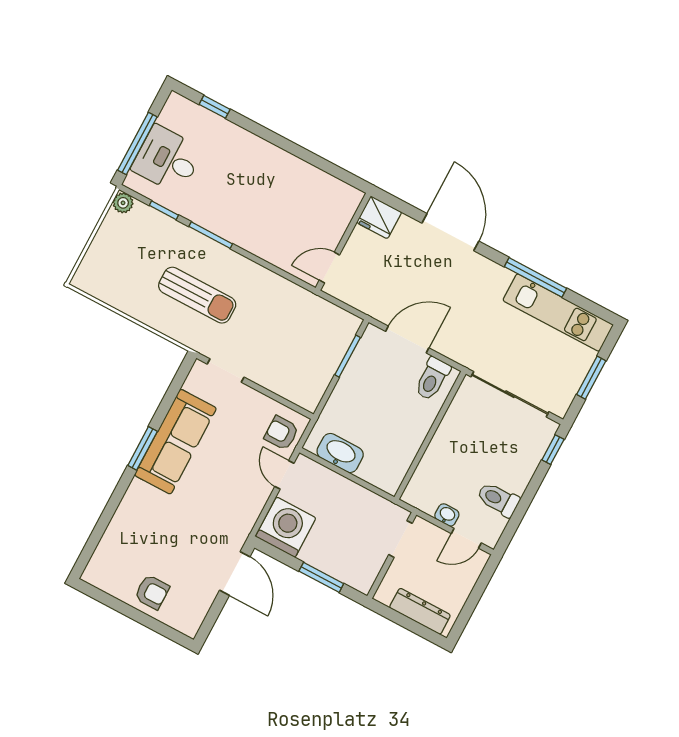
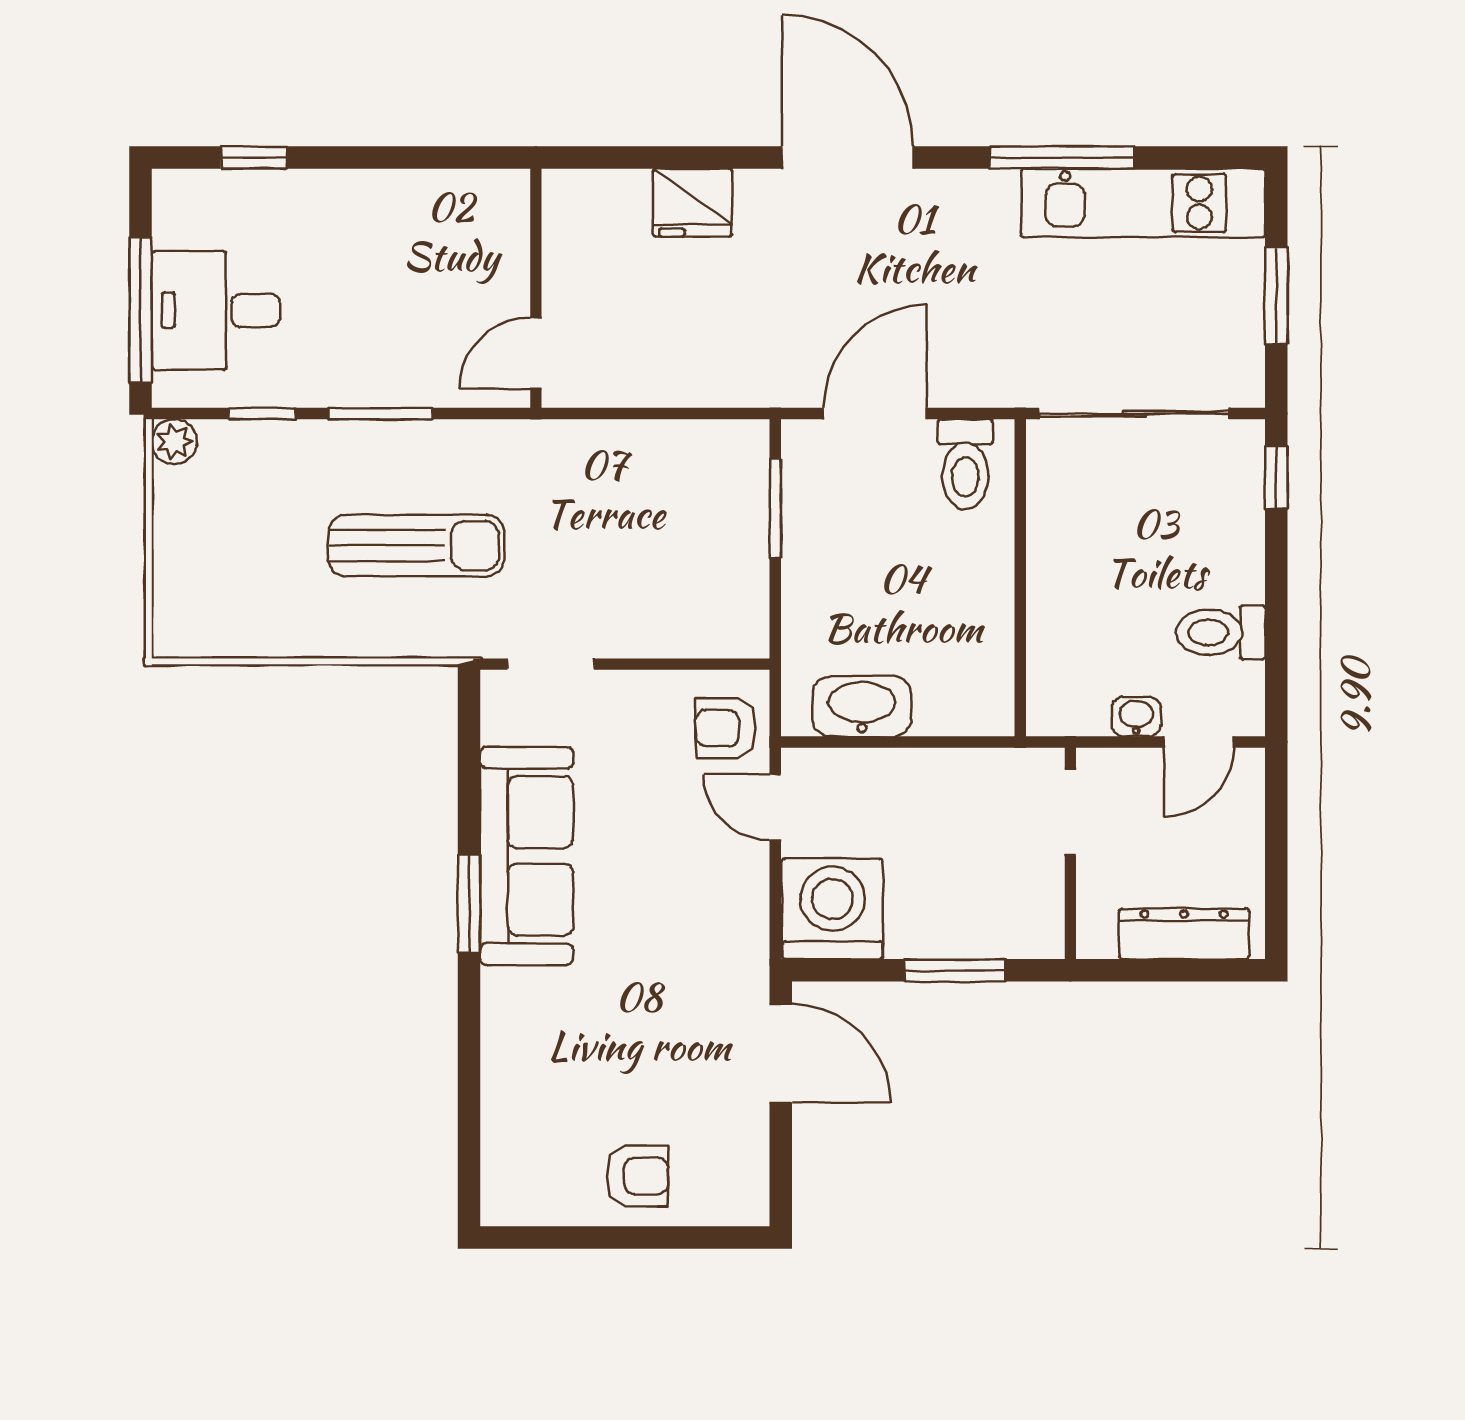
wall: (343, 242) -> (536, 288), moved
door: (329, 268) -> (536, 353), moved

